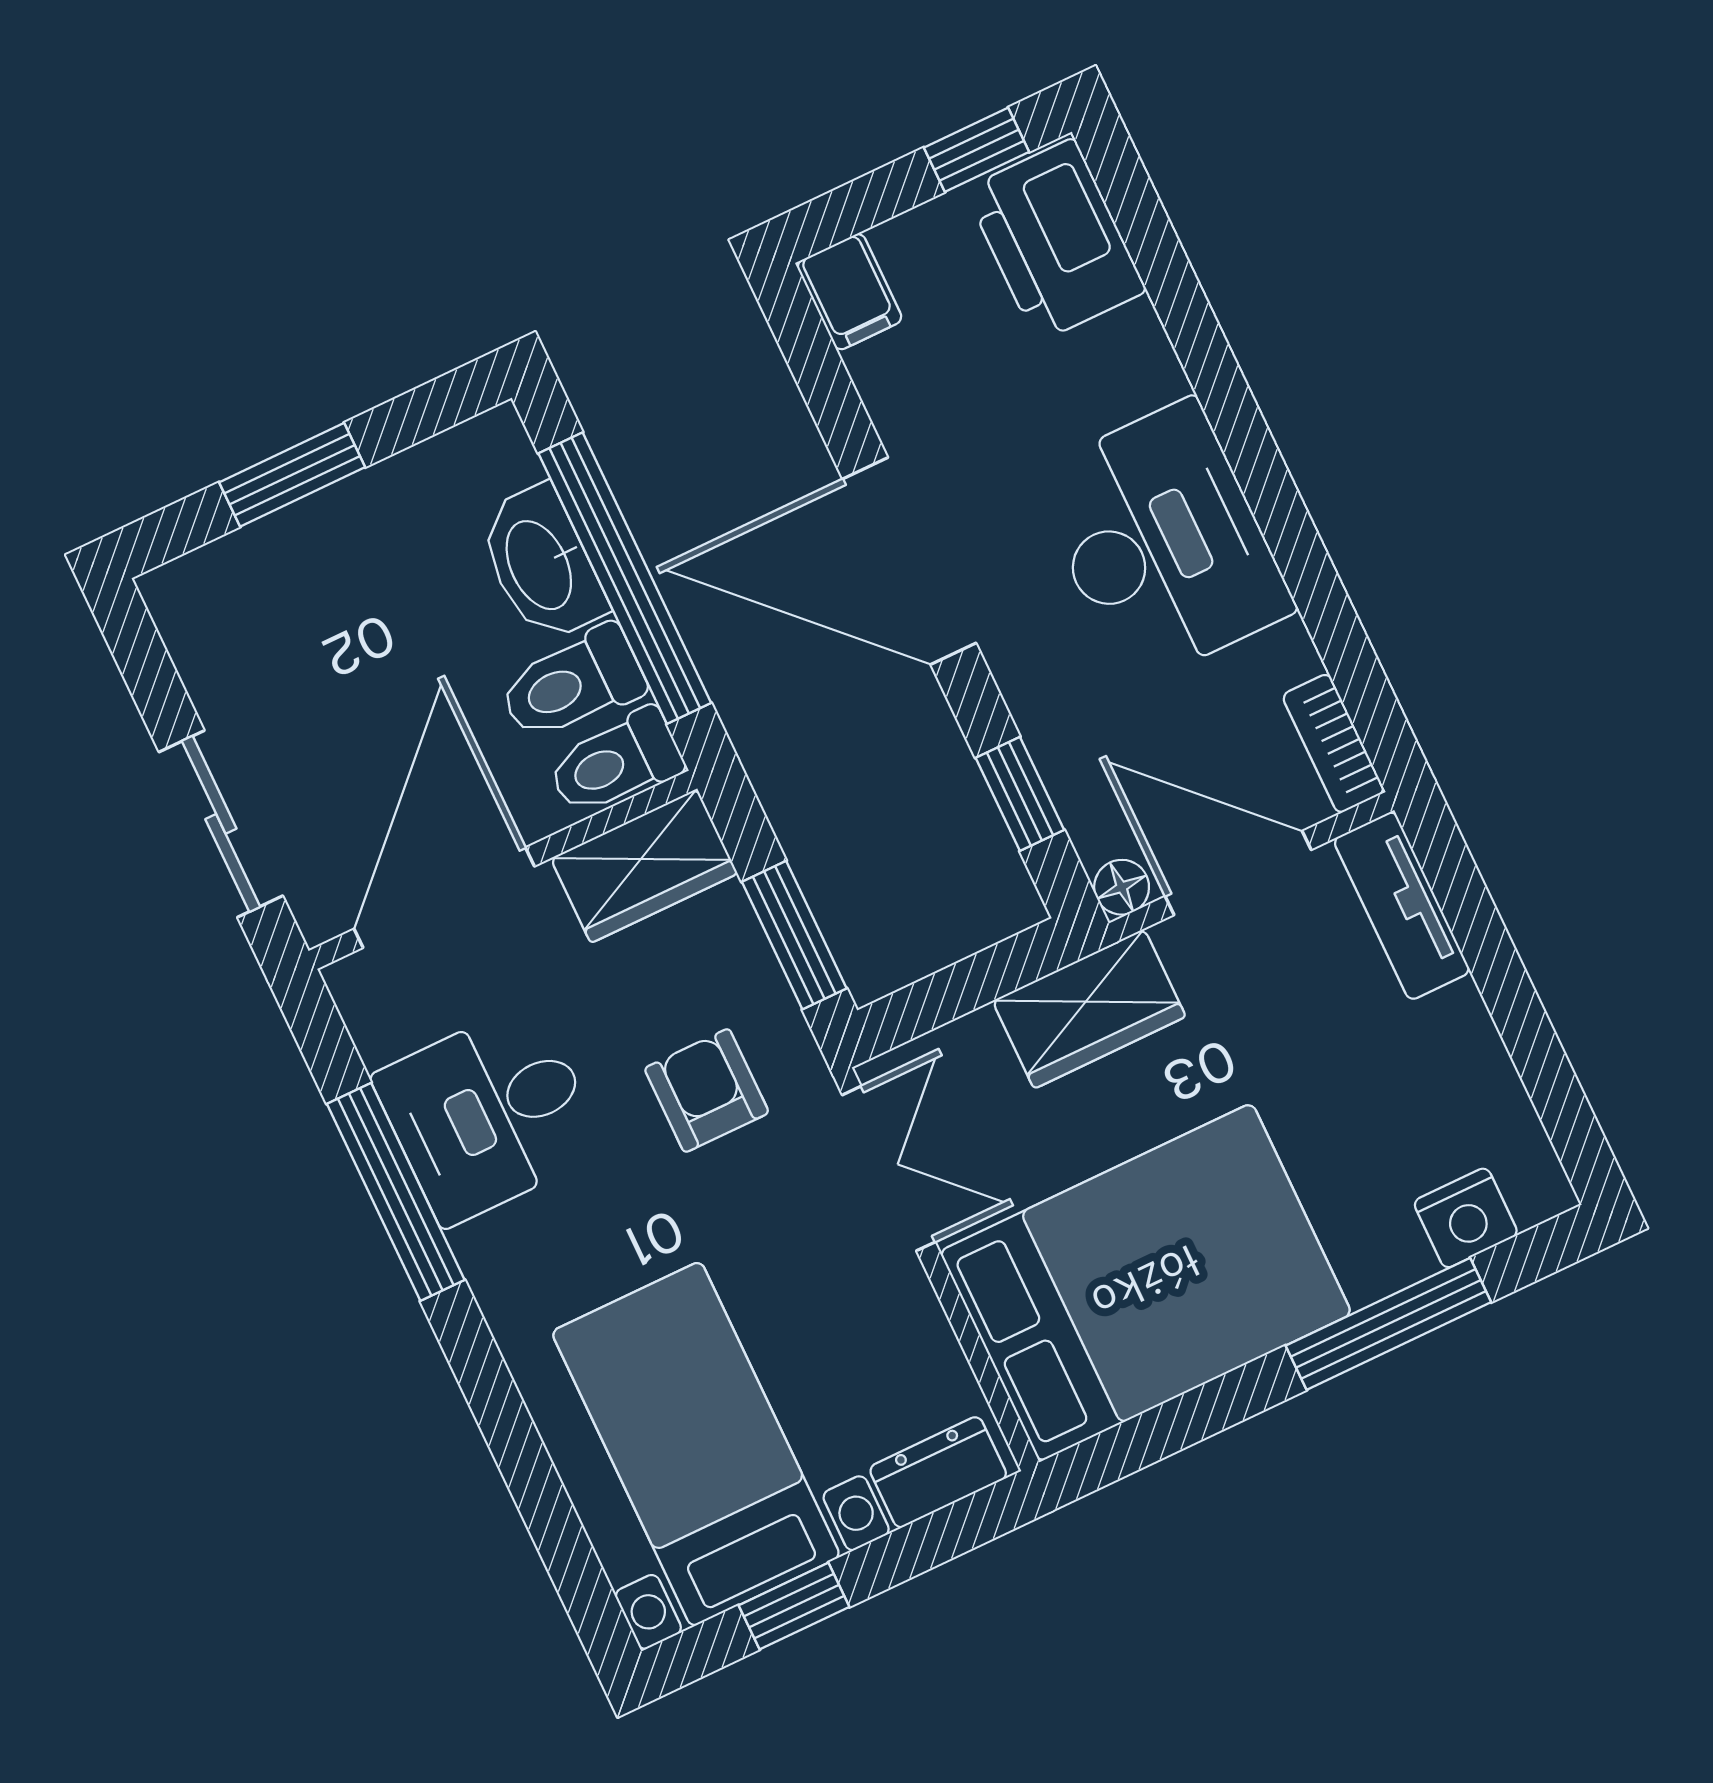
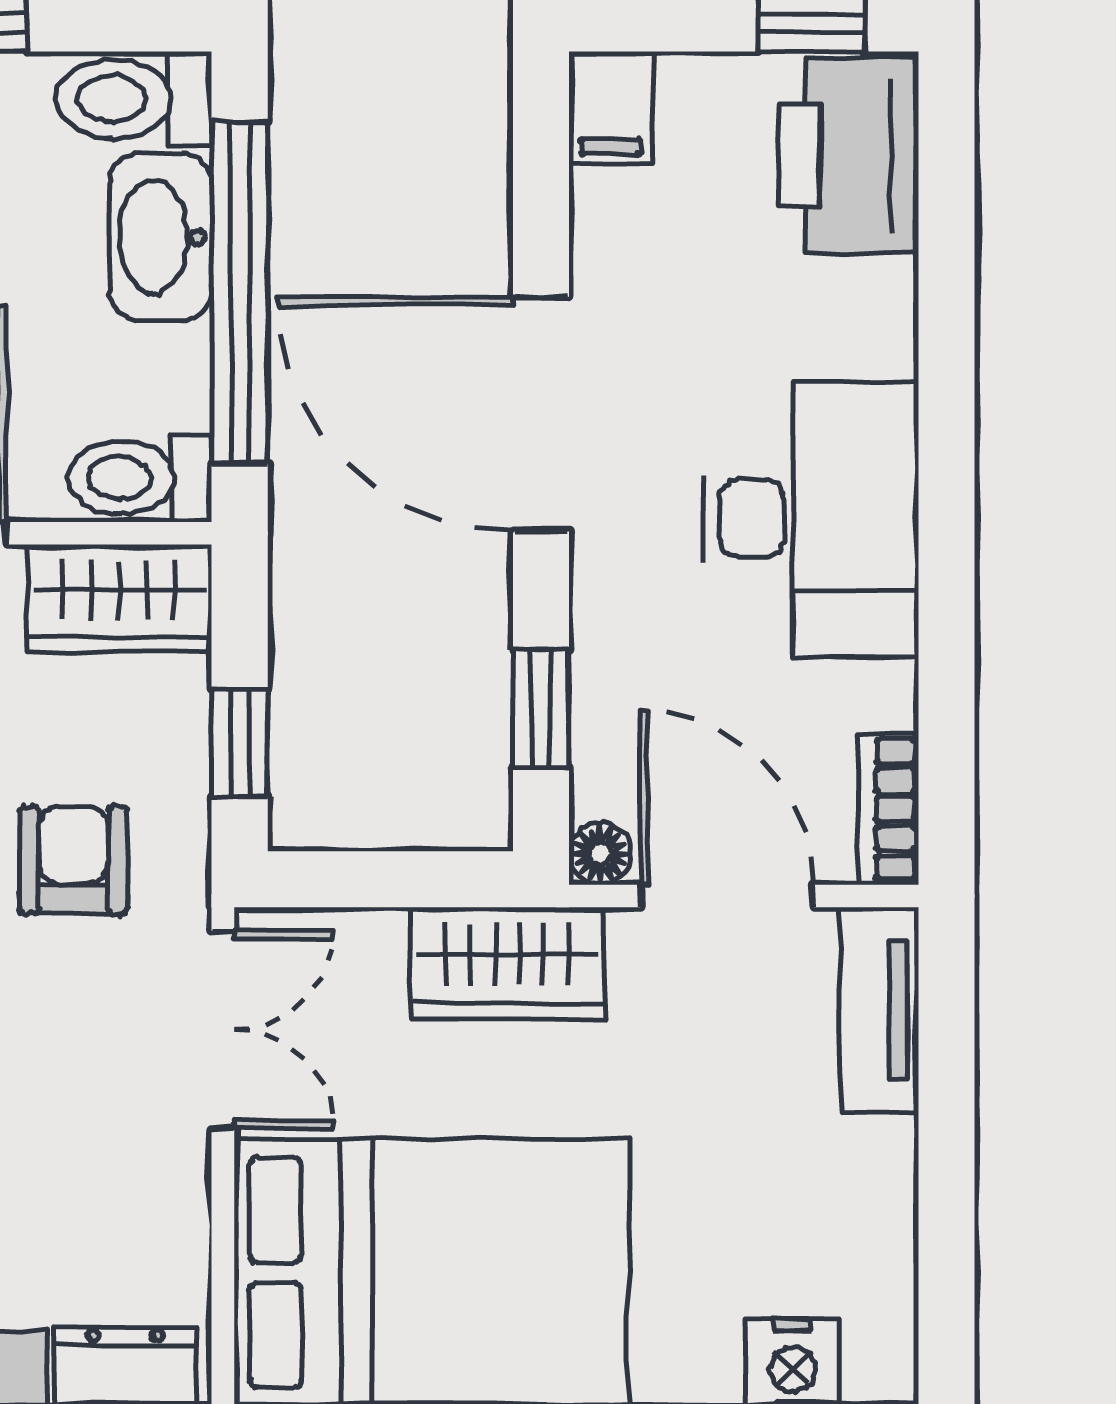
toilet: (572, 684) -> (134, 99), moved
window: (794, 935) -> (240, 743), width x0.67

